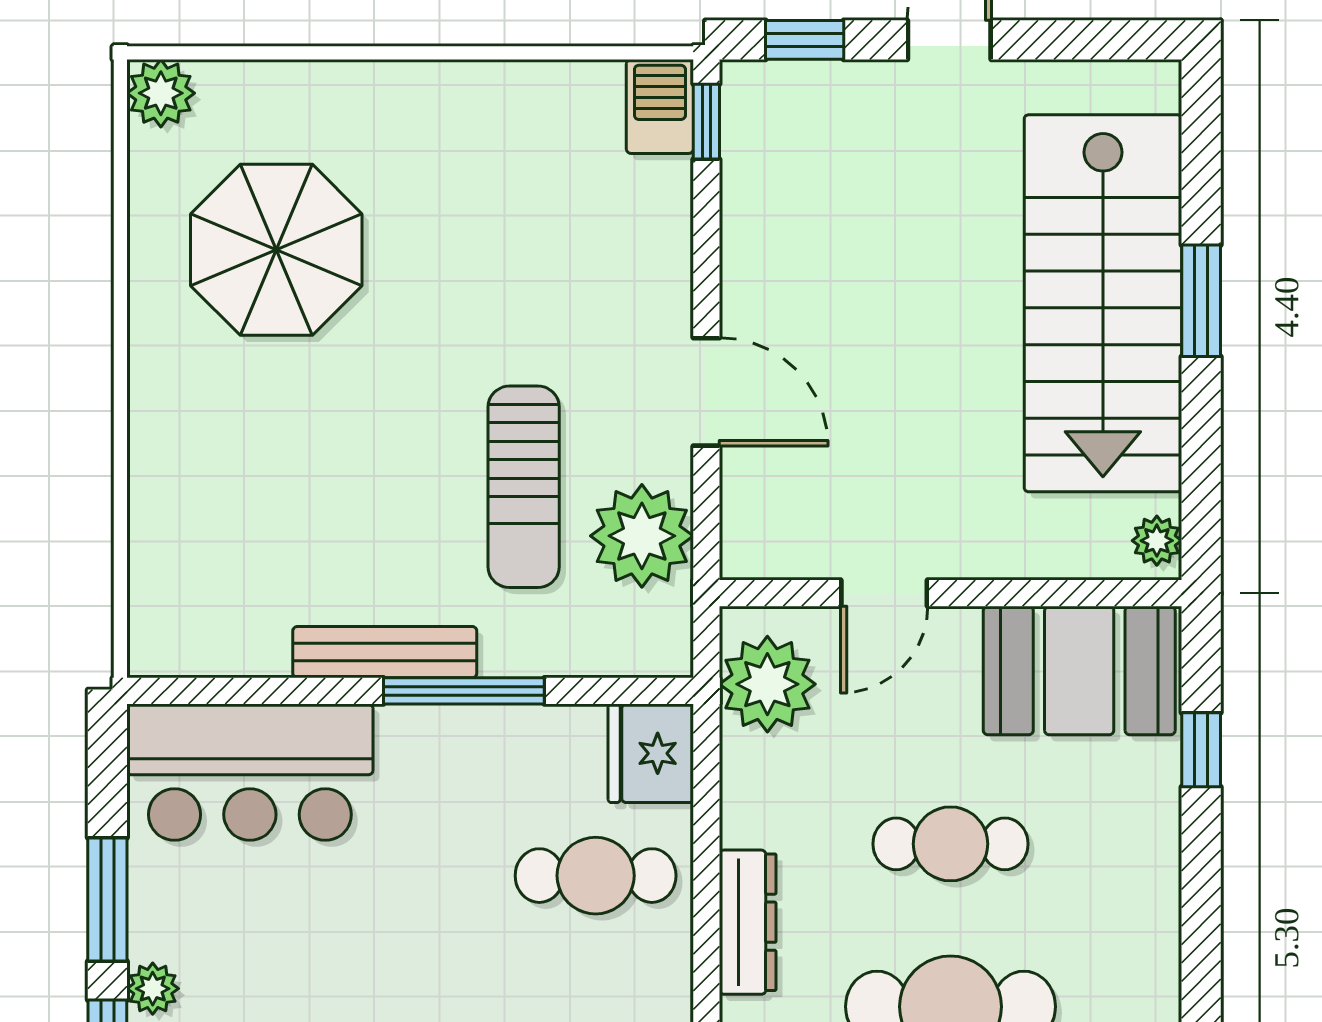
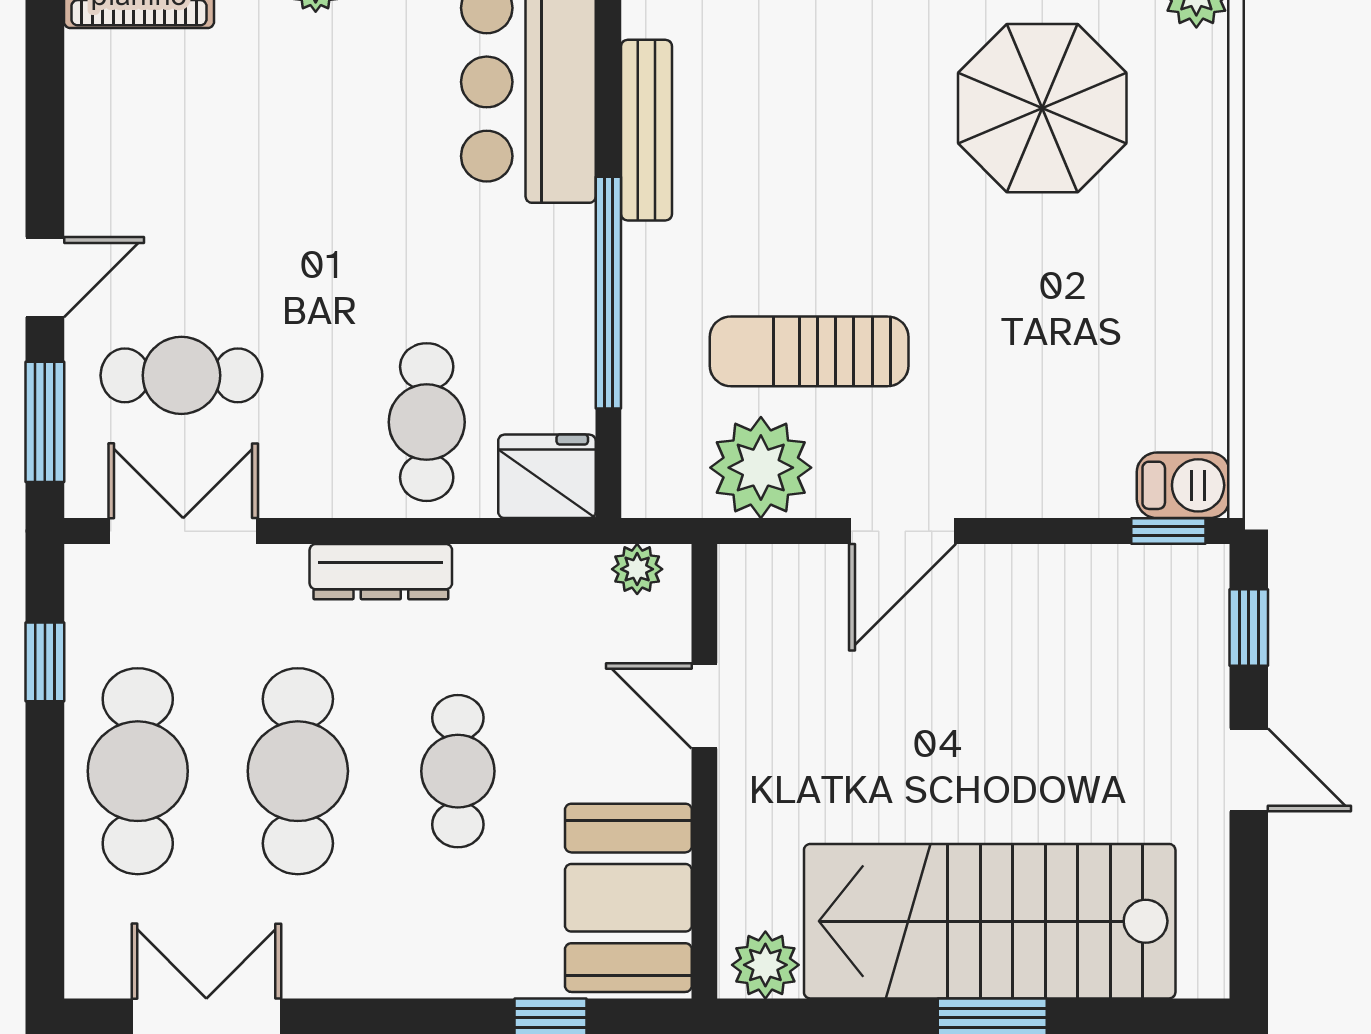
plant: (1157, 541) -> (765, 965), width x1.38, depth x1.38
bench: (385, 652) -> (647, 130), moved
plant: (767, 684) -> (637, 569), width x0.53, depth x0.53
window: (464, 691) -> (608, 293), width x1.46

